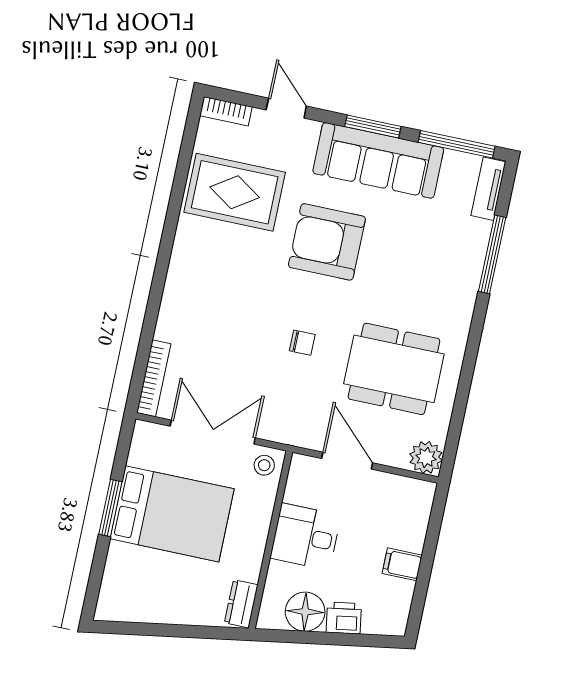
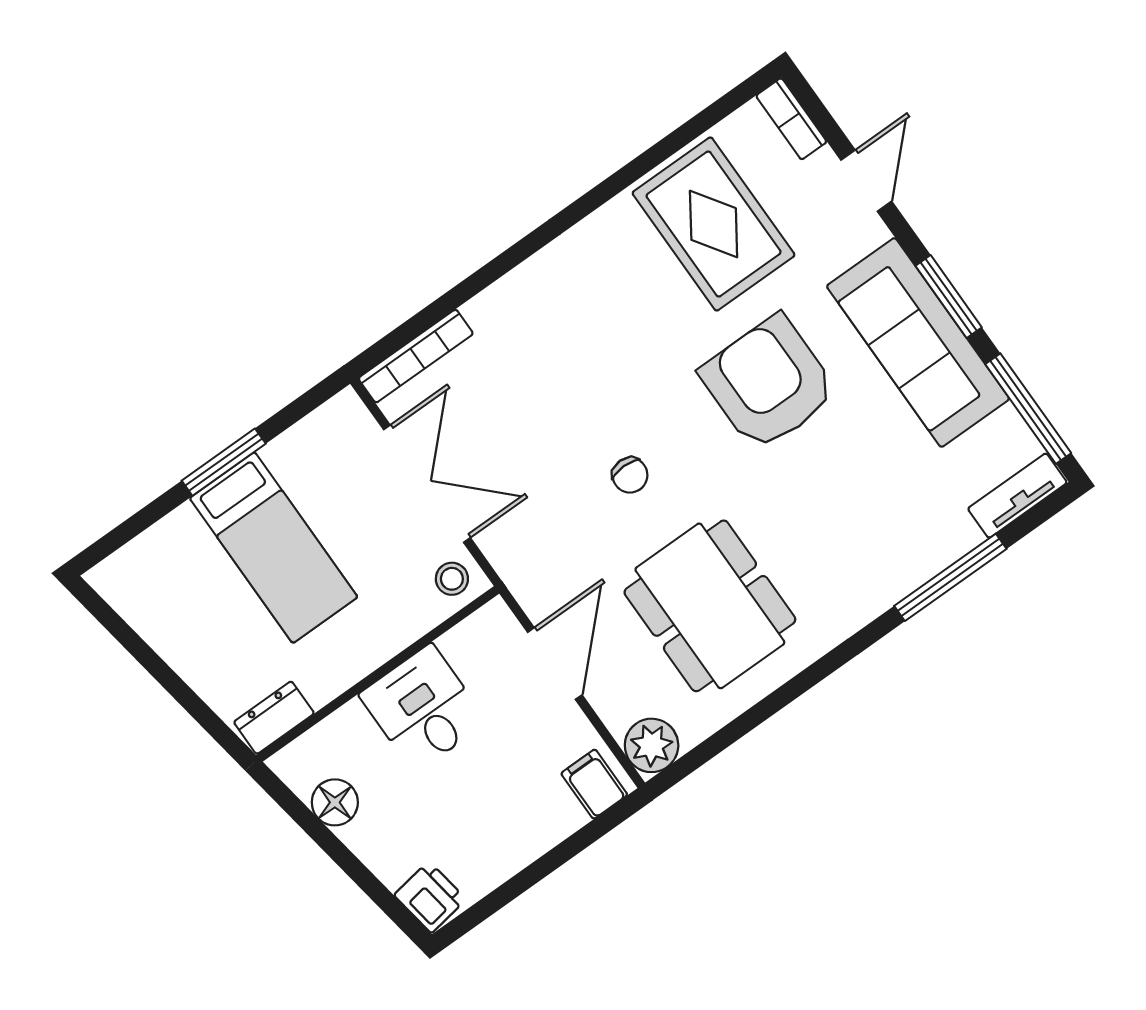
bed: (172, 514) -> (274, 548), width x0.67
filing cabinet: (402, 564) -> (594, 784), moved
floor lamp: (305, 612) -> (335, 802), width x0.73, depth x0.73
printer: (344, 618) -> (430, 897), moved

